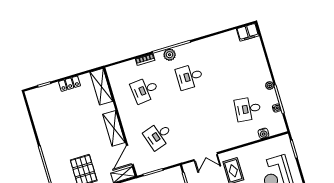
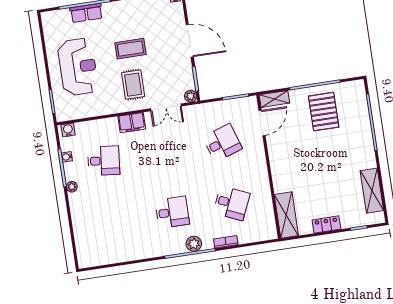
filing cabinet: (248, 32) -> (132, 123), moved, turned 180
desk: (145, 90) -> (232, 203), turned 30
shelving: (114, 128) -> (372, 191), moved
water cooler: (263, 133) -> (68, 130), moved
double door: (206, 157) -> (166, 107), swing flipped
plant: (188, 168) -> (191, 96), added

